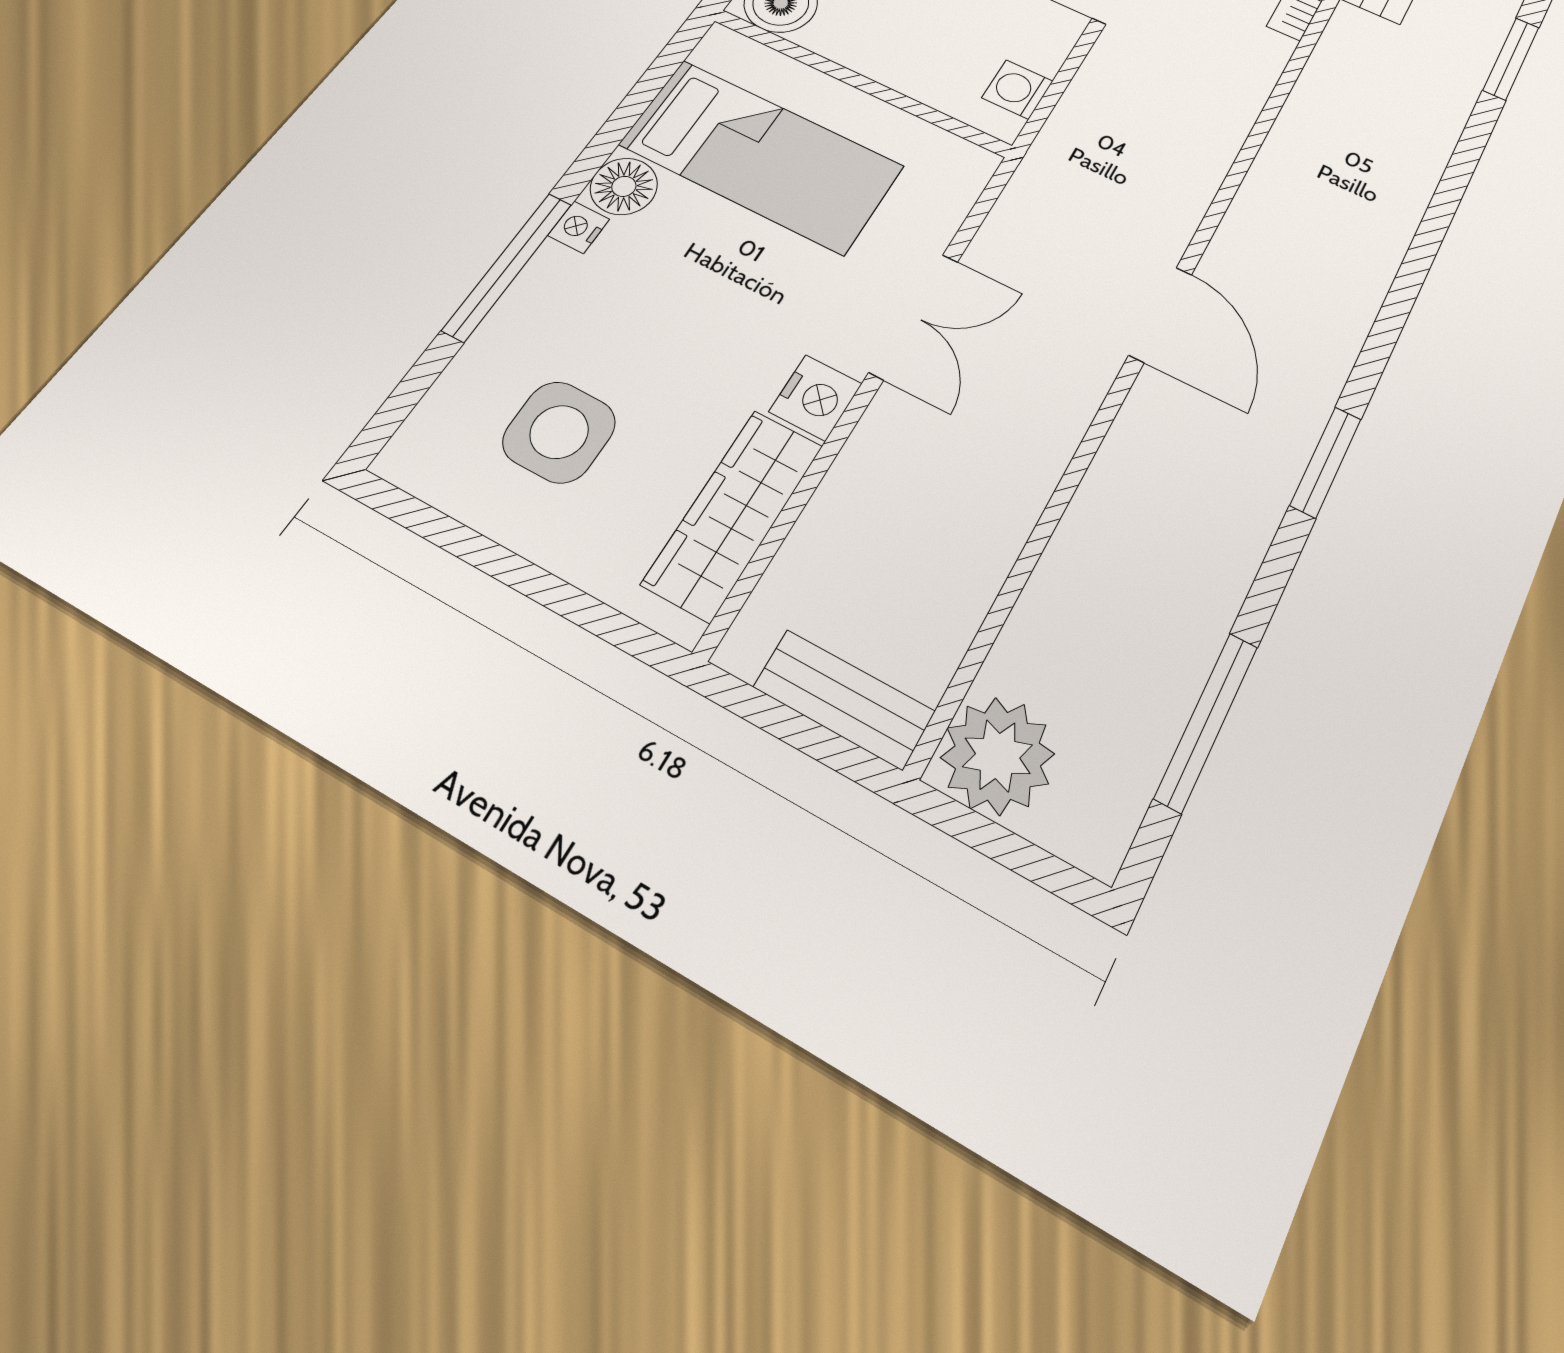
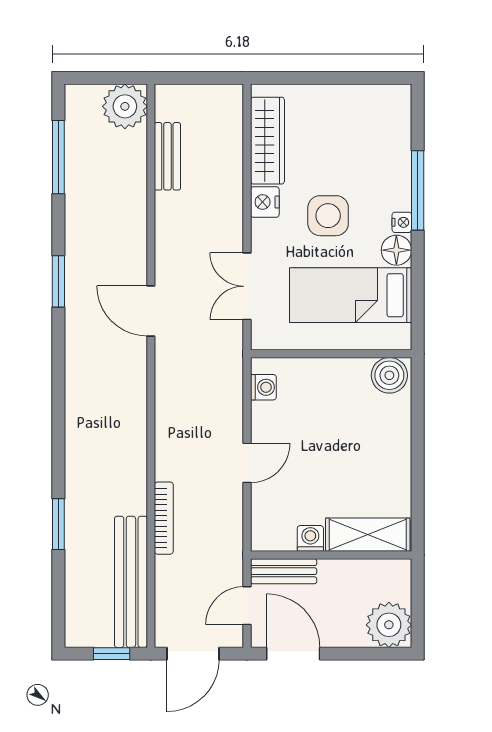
double door: (914, 316) -> (247, 286), moved
side table: (559, 432) -> (328, 216), moved
bench: (844, 699) -> (167, 156), moved, turned 90

